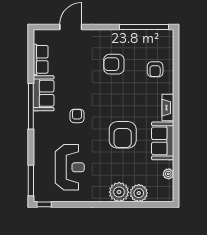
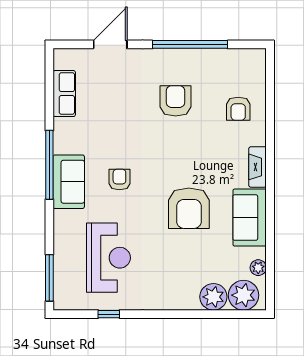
window: (144, 27) -> (190, 44), moved
armchair: (114, 64) -> (176, 101), turned 90
sofa: (44, 93) -> (69, 182), moved
plant: (119, 192) -> (244, 295), moved
window: (44, 204) -> (109, 314), moved

